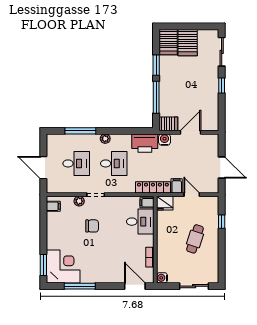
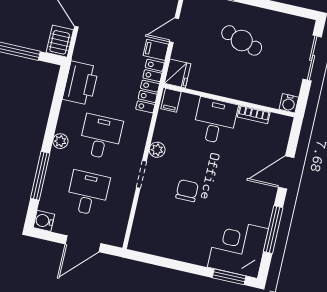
water cooler: (165, 140) -> (44, 221), moved
plant: (79, 201) -> (157, 150), moved
filing cabinet: (53, 206) -> (144, 242), removed
desk: (140, 222) -> (215, 121), moved
door: (135, 286) -> (286, 173), moved

